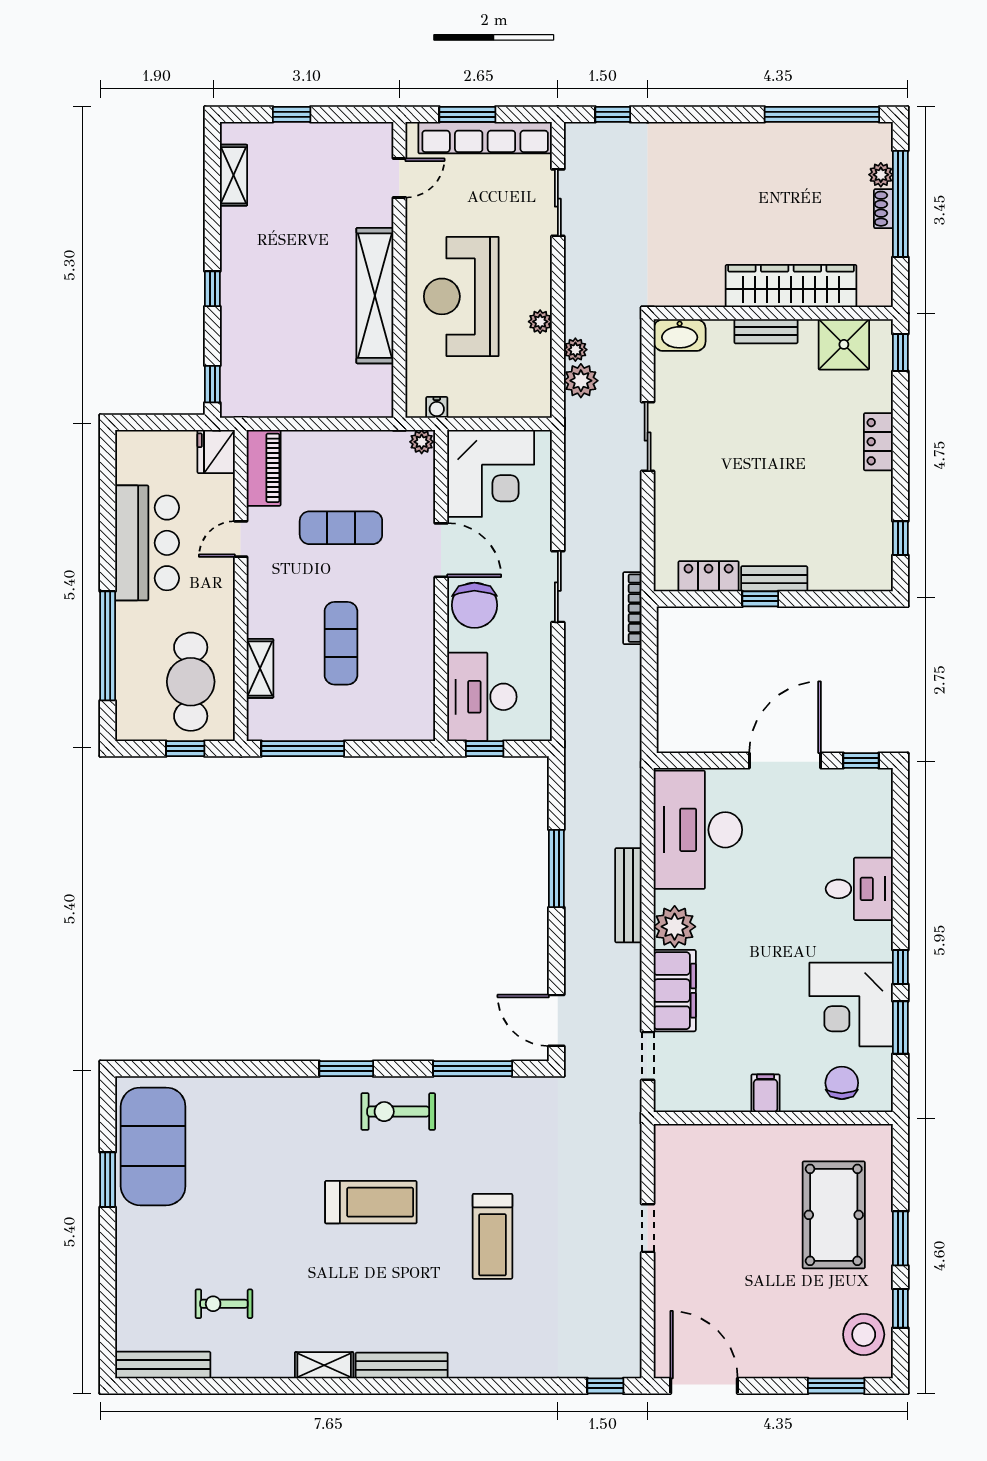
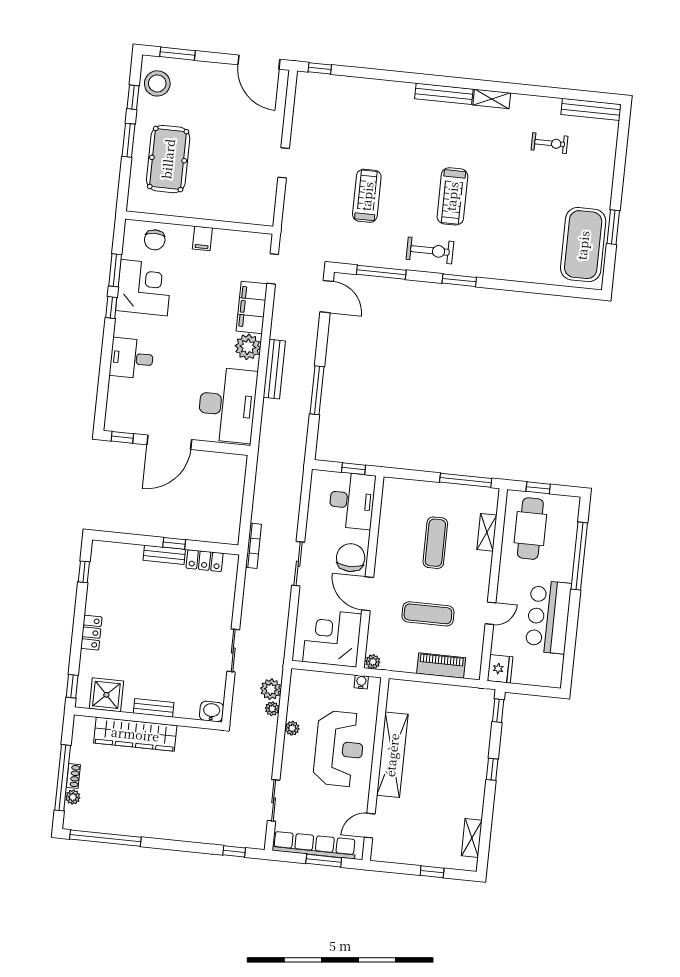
washbasin: (680, 335) -> (212, 711), width x0.72
piano: (264, 468) -> (441, 666), moved, turned 90
treadmill: (371, 1202) -> (452, 196), turned -90
treadmill: (492, 1236) -> (367, 196), moved

